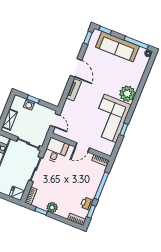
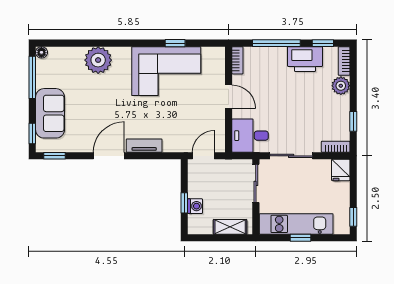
sofa: (117, 47) -> (50, 113), width x0.73
plant: (127, 94) -> (98, 60), moved
printer: (87, 204) -> (305, 59), width x1.87, depth x1.48
plant: (52, 208) -> (341, 86), moved

